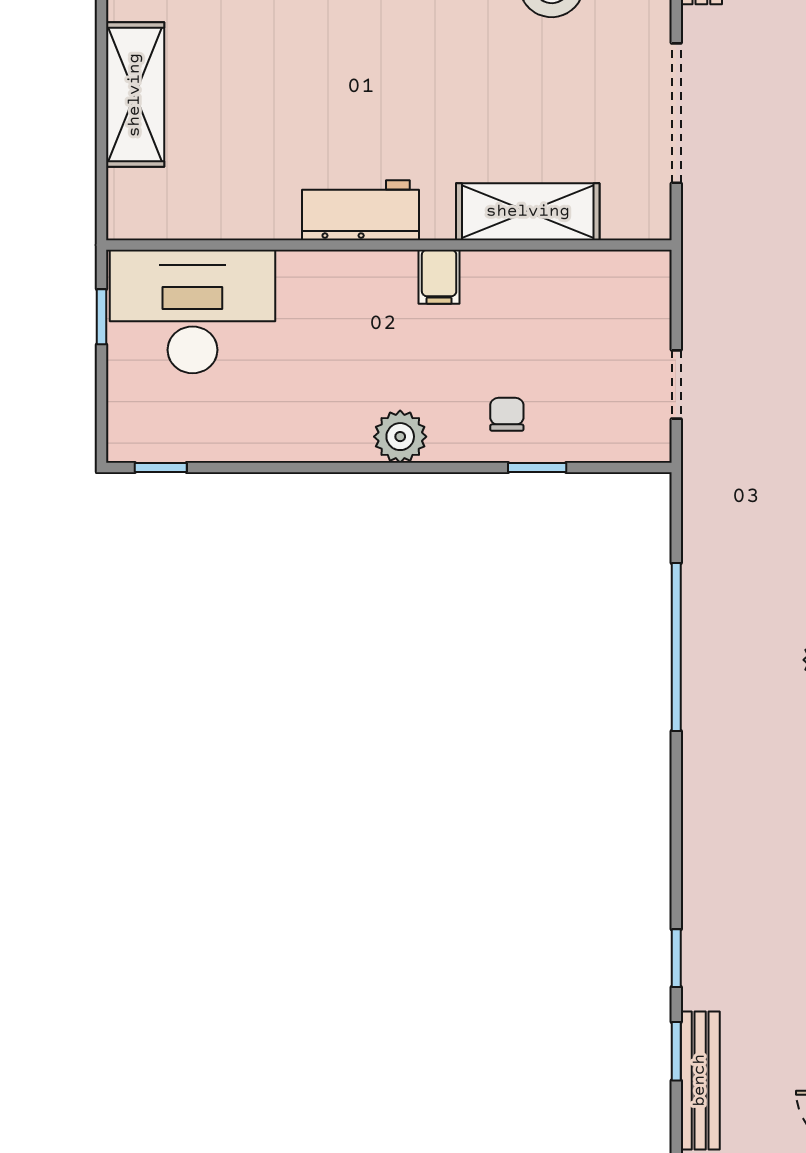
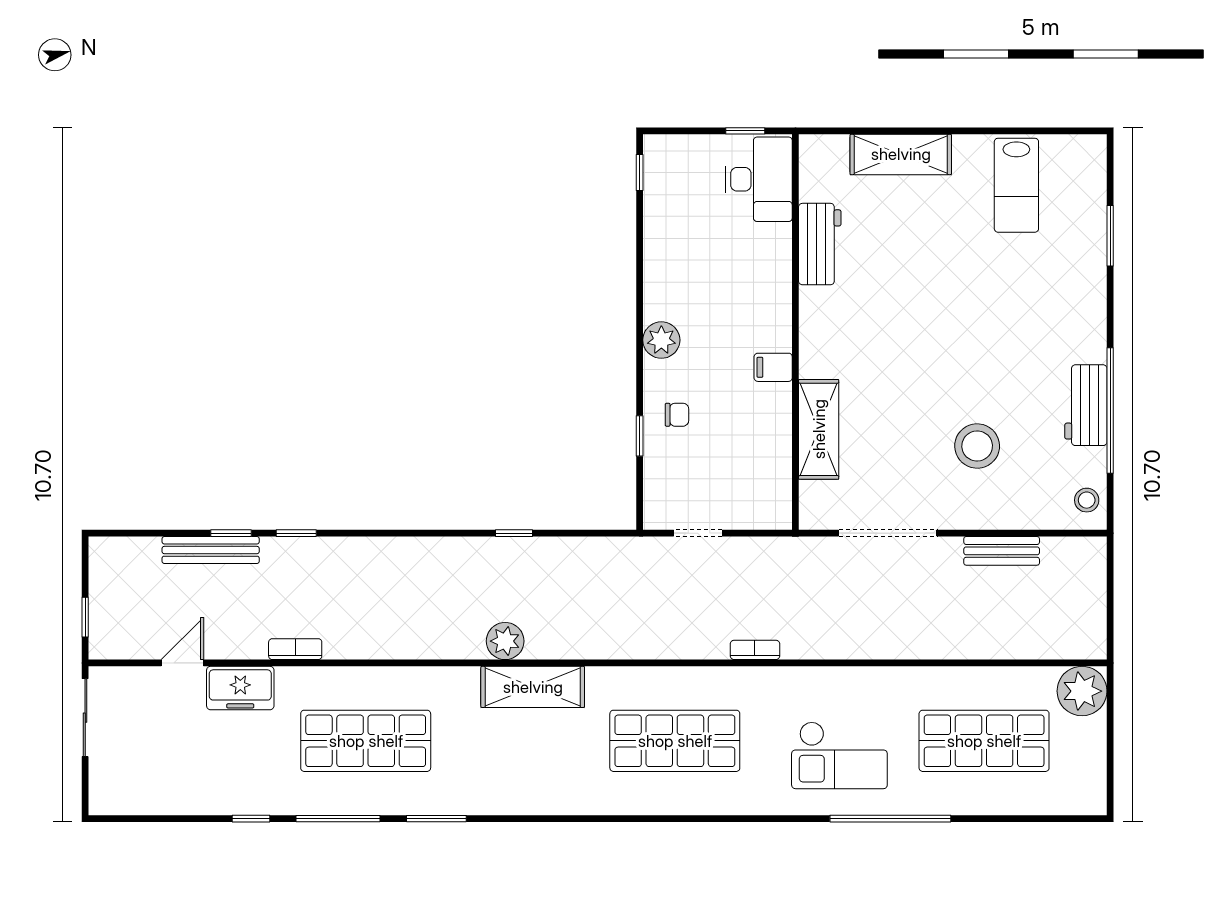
workbench: (361, 210) -> (820, 244), moved
desk: (192, 312) -> (759, 179), width x0.73, depth x0.77
window: (676, 647) -> (514, 533), width x0.32

